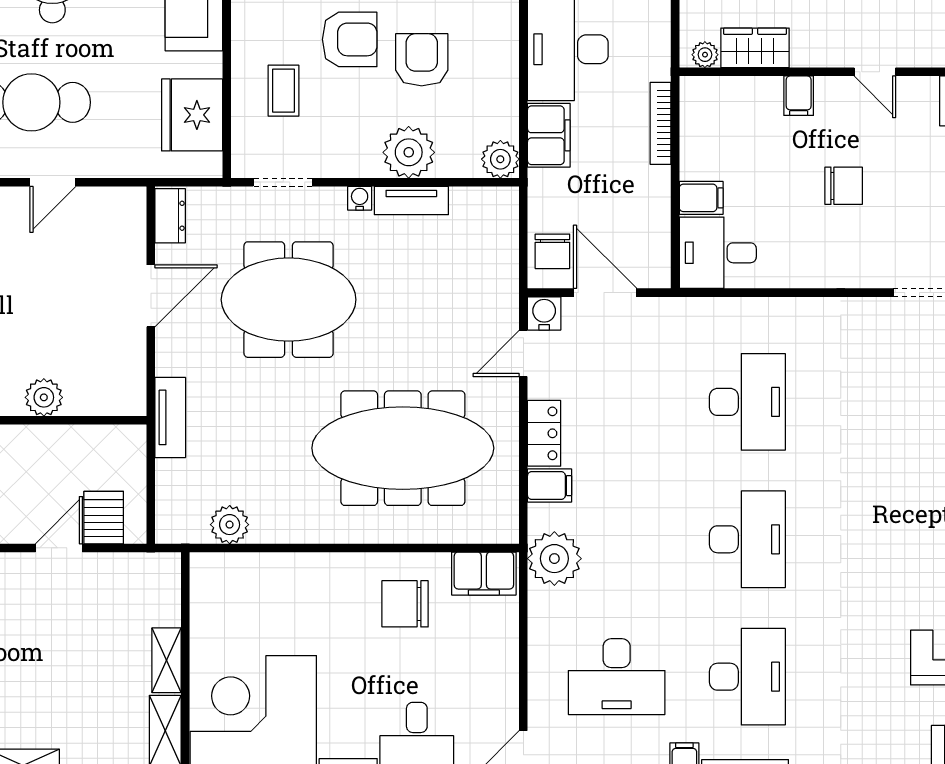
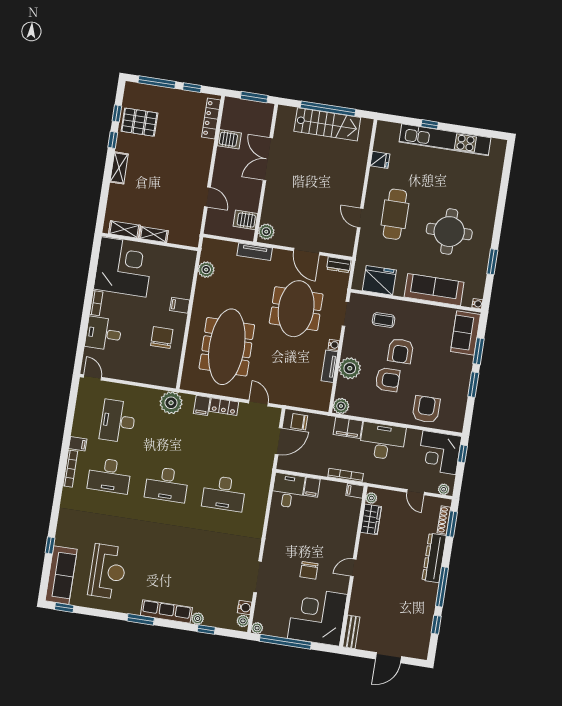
filing cabinet: (799, 96) -> (355, 491), moved
chair: (844, 186) -> (309, 570), moved
water cooler: (544, 313) -> (274, 414), removed
plant: (44, 397) -> (266, 232), moved
server rack: (104, 518) -> (245, 220), moved, turned 180
filing cabinet: (484, 574) -> (180, 305), moved, width x0.50

